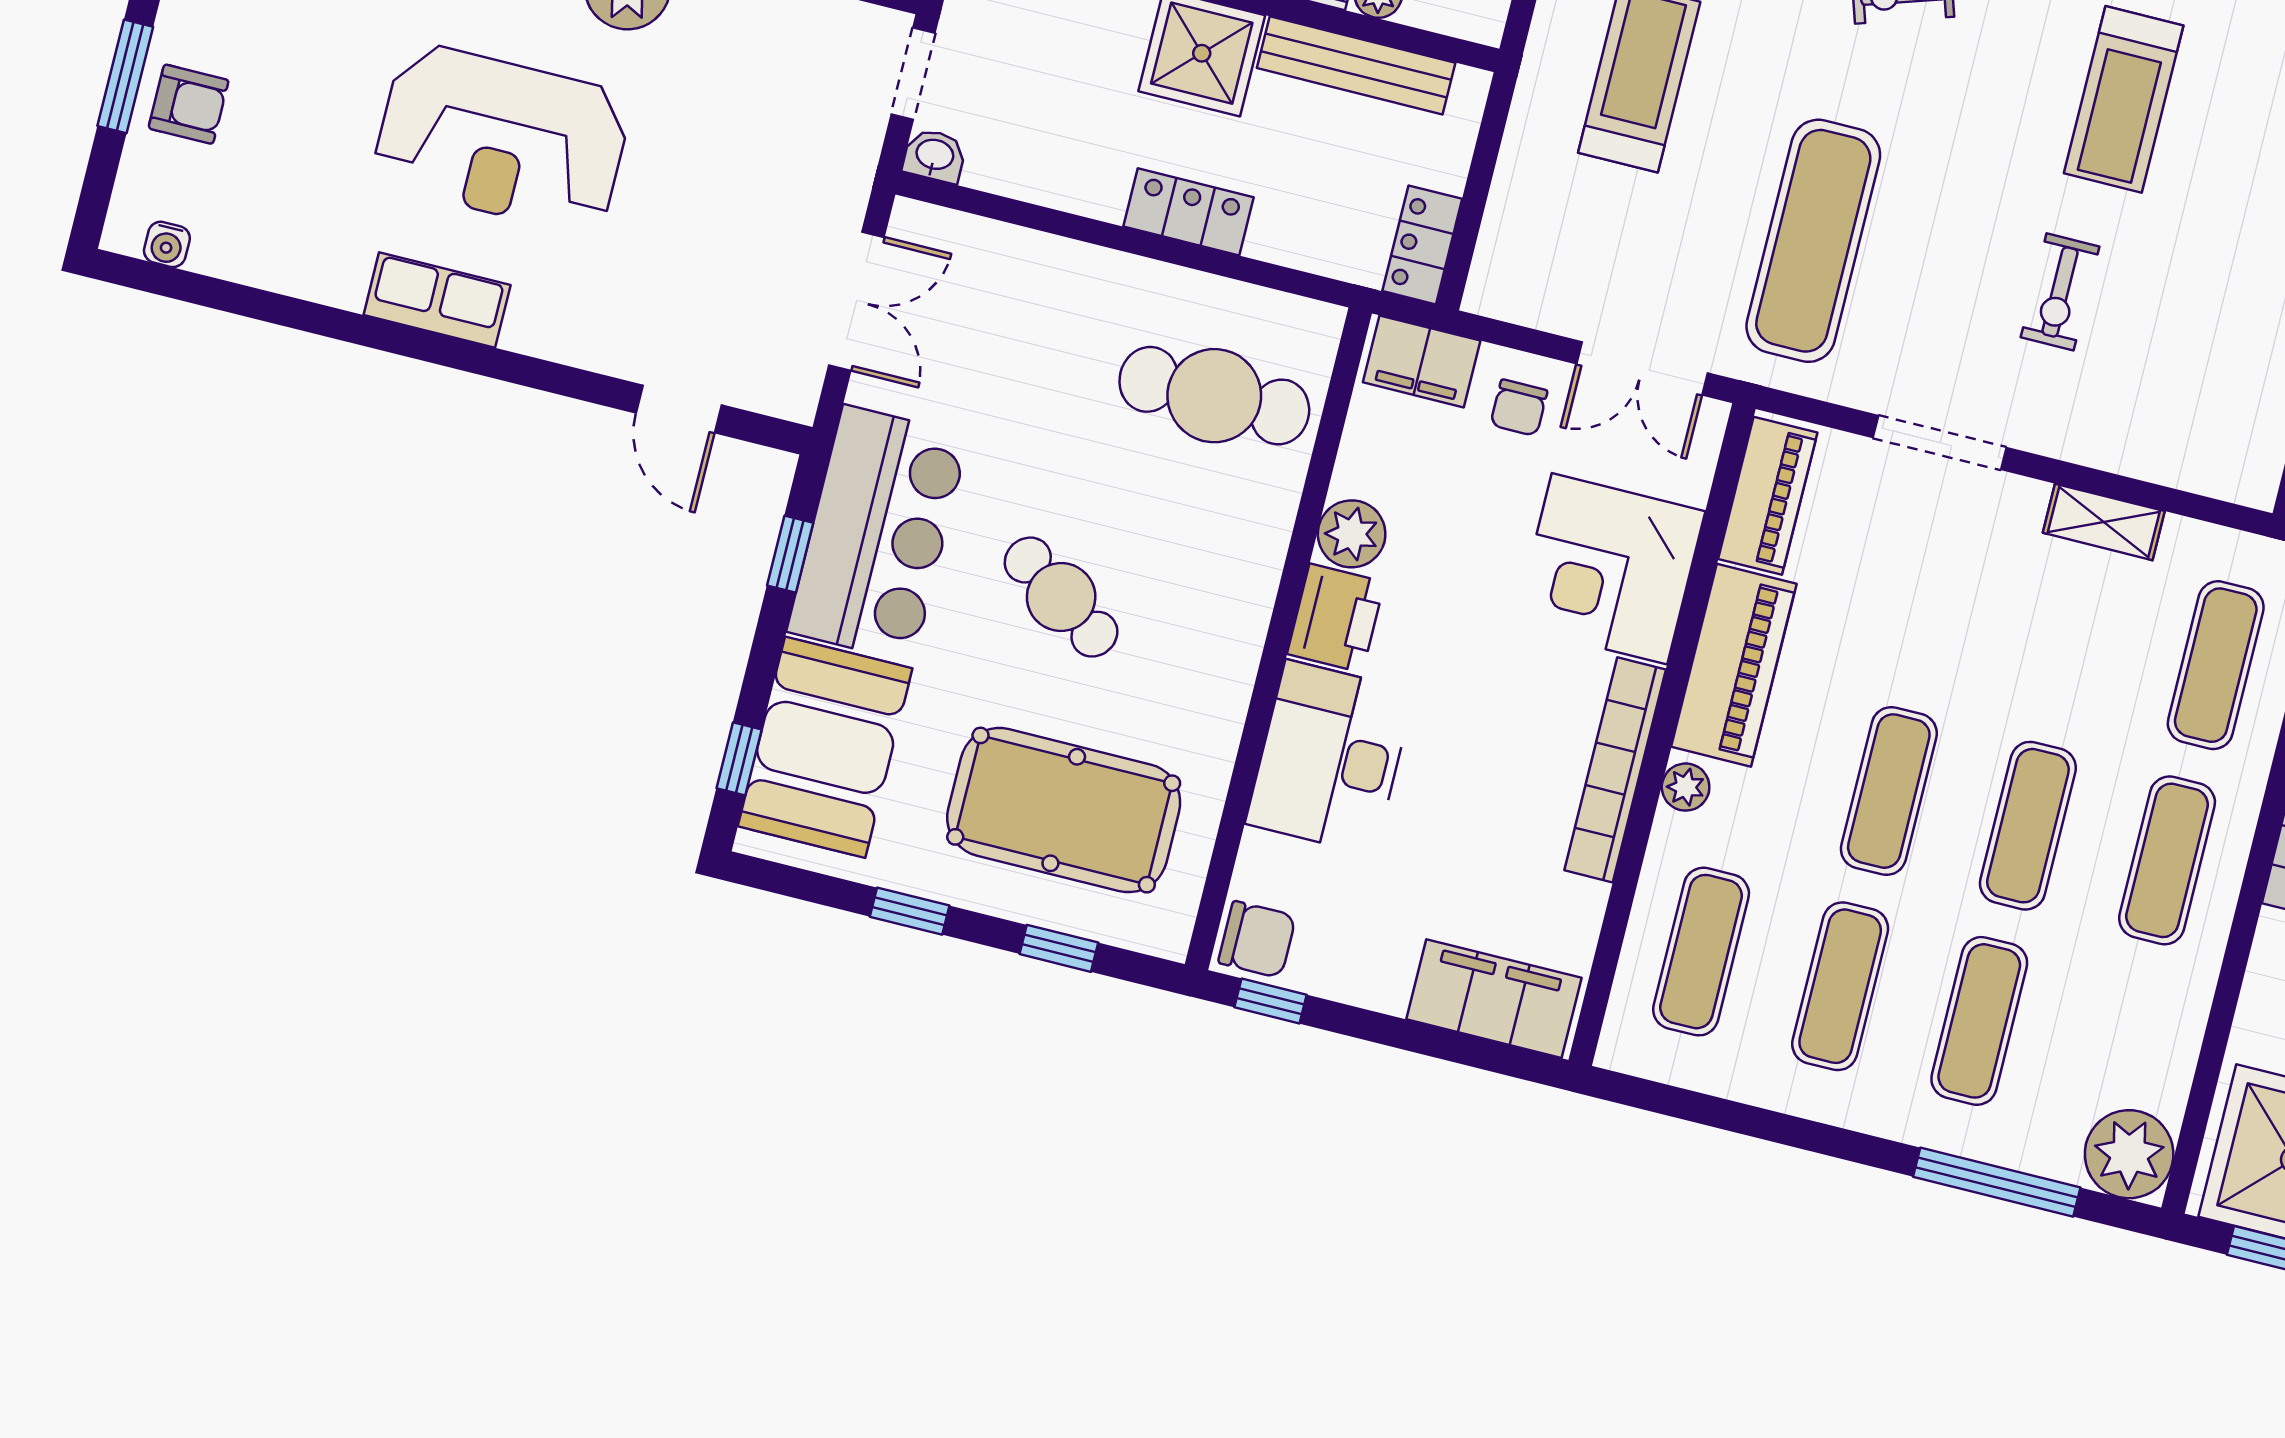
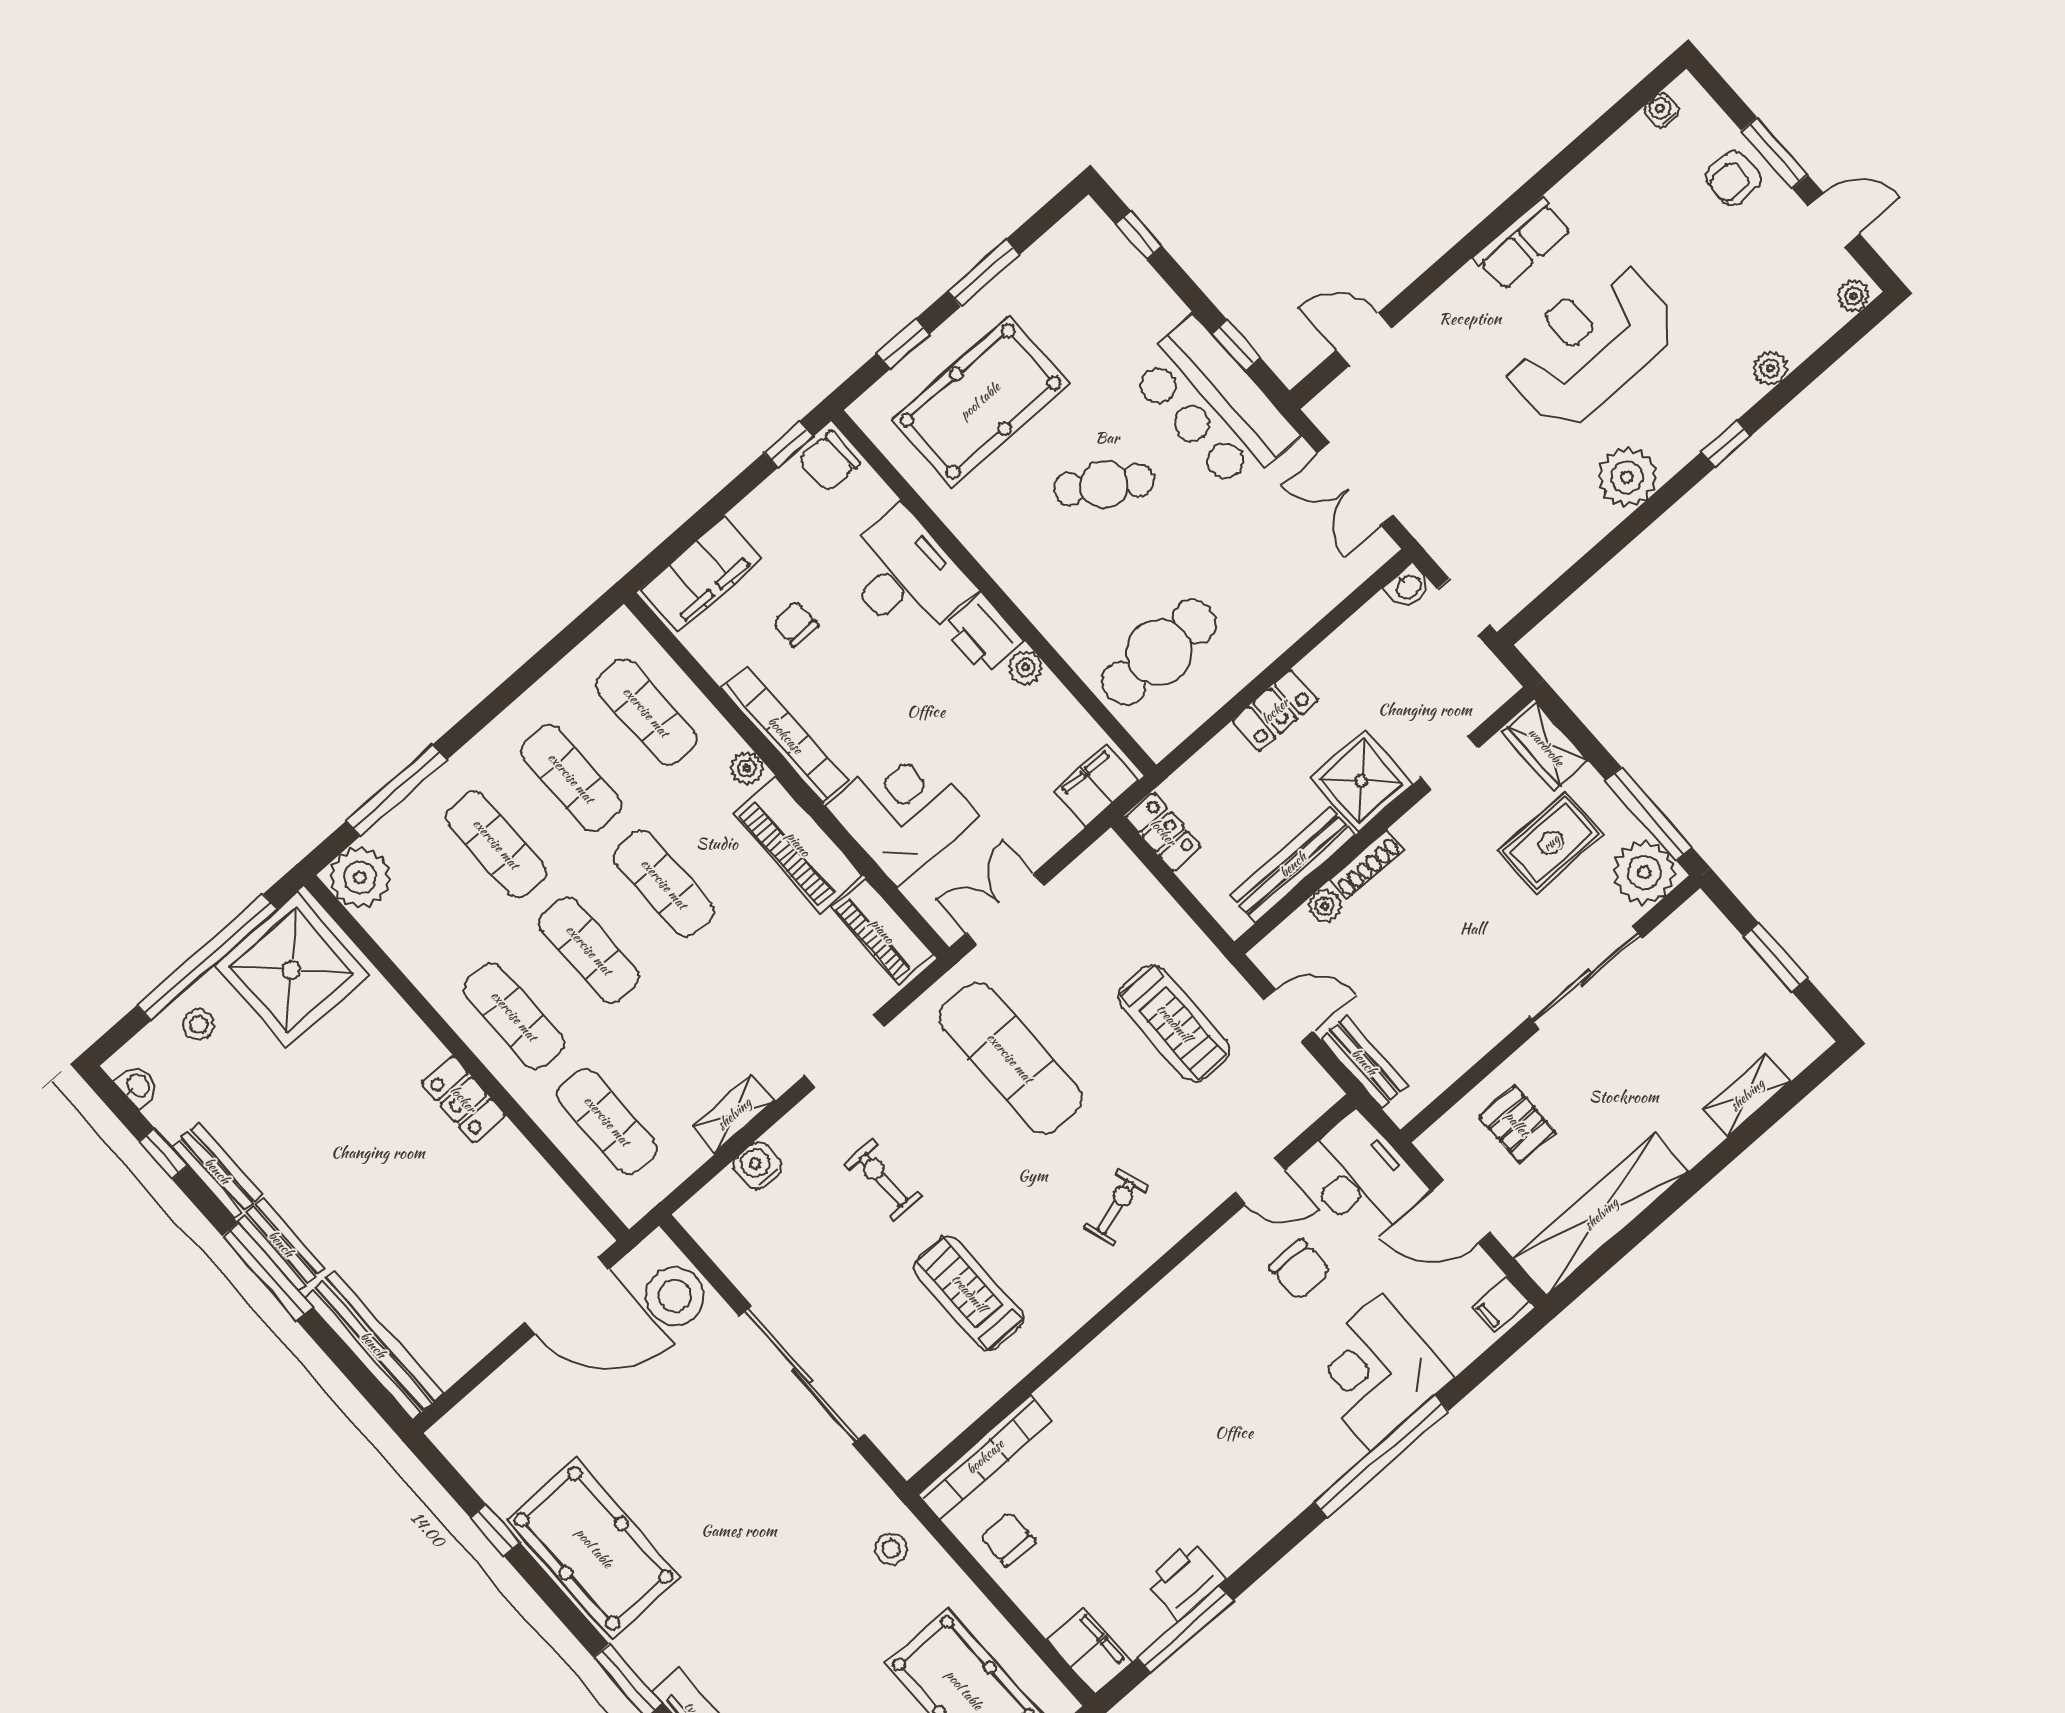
chair: (1519, 408) -> (796, 624), moved
water cooler: (2145, 452) -> (758, 1166), added
plant: (1352, 534) -> (1026, 668), width x0.73, depth x0.73
booth: (825, 747) -> (1111, 289), removed
window: (910, 911) -> (983, 273), width x1.50

